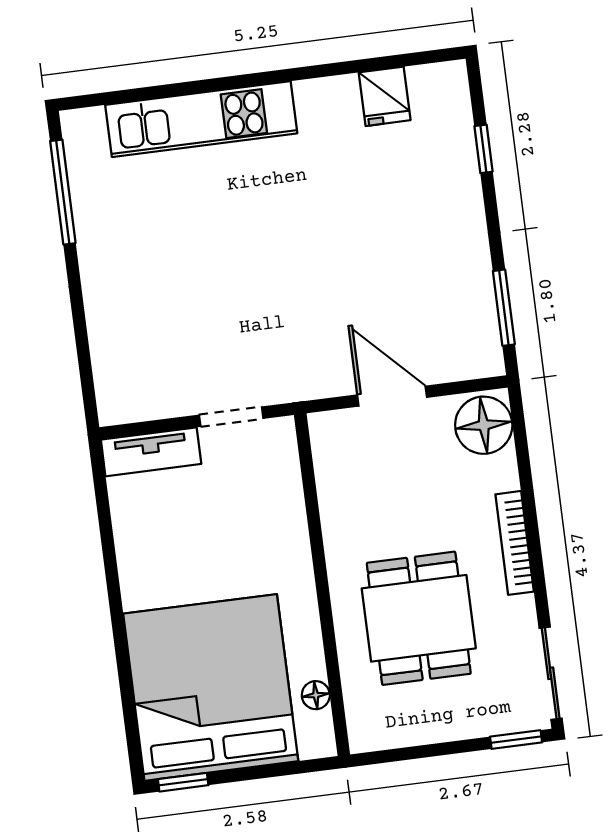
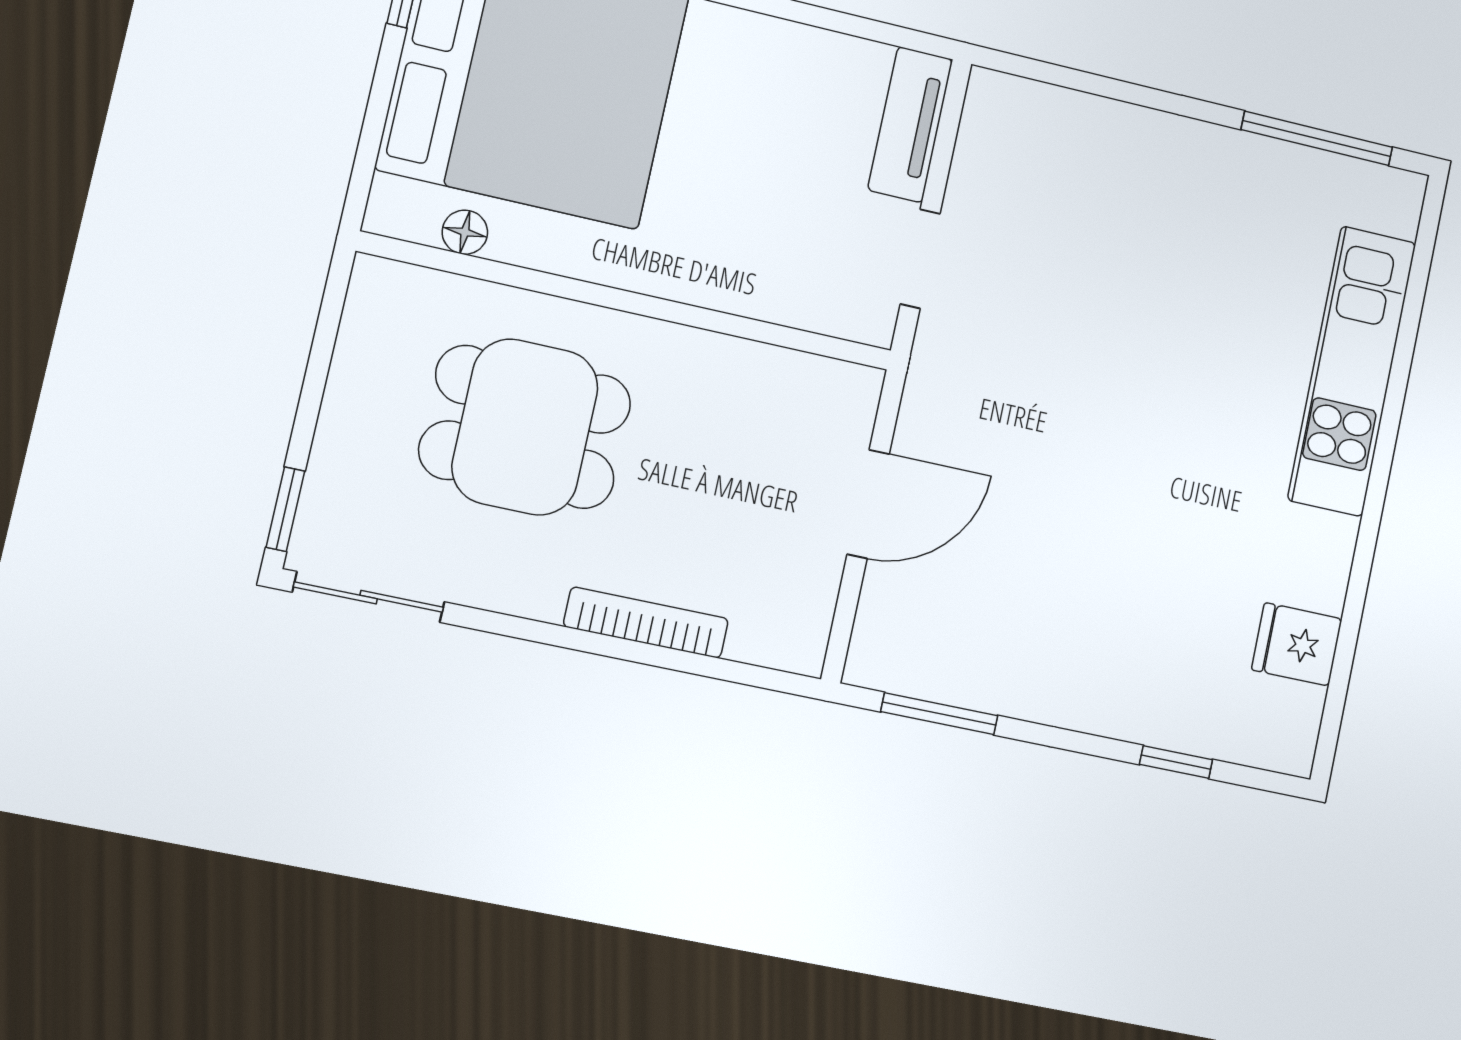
floor lamp: (484, 425) -> (778, 625), removed
bookcase: (515, 543) -> (646, 623), moved

